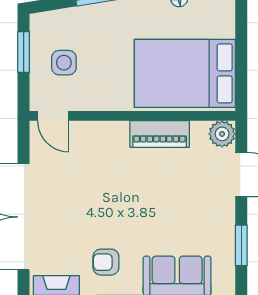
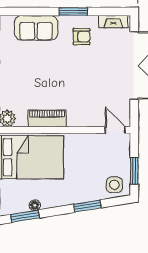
side table: (64, 63) -> (114, 185), moved

